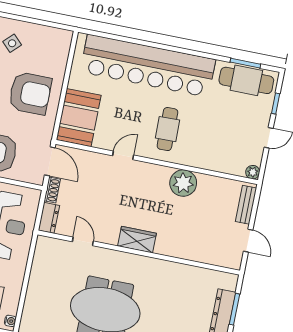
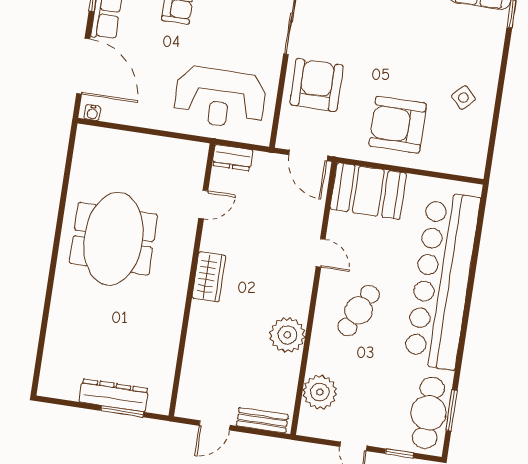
armchair: (30, 93) -> (398, 125), turned 90
cafe table: (167, 129) -> (359, 311), turned -63
door: (50, 161) -> (308, 155), hinge flipped
plant: (253, 172) -> (320, 392), moved, width x1.88, depth x1.88
shoe rack: (52, 190) -> (270, 160), removed

